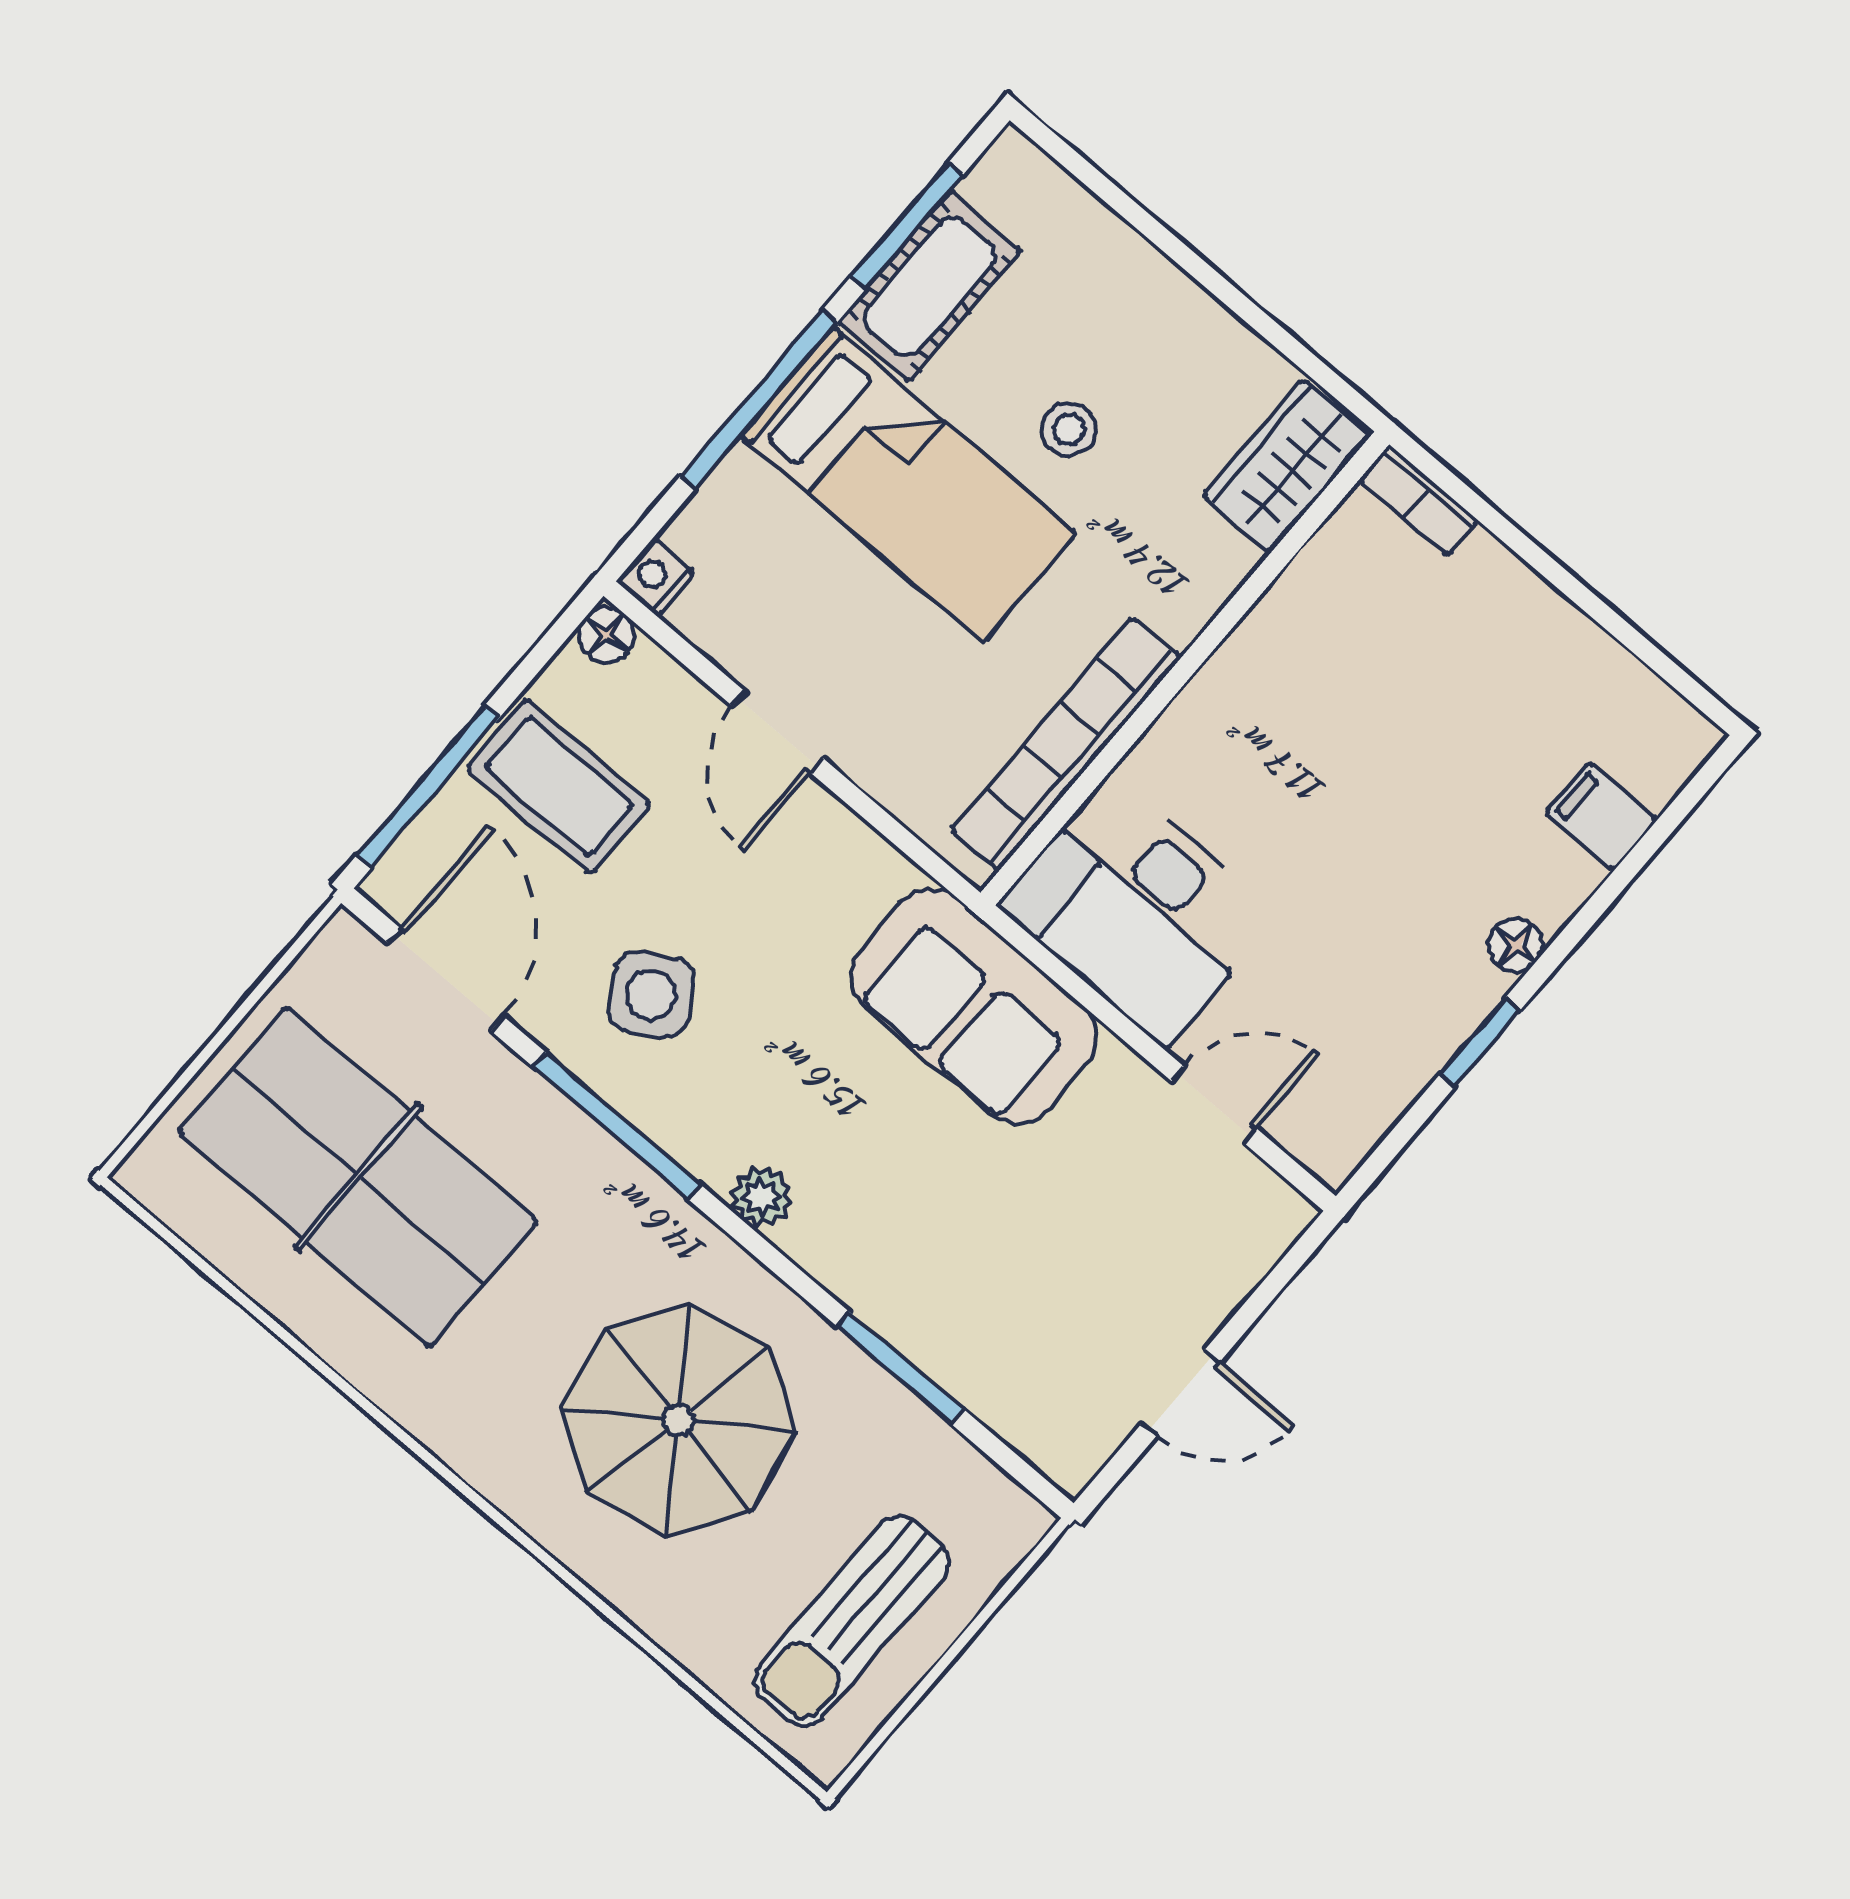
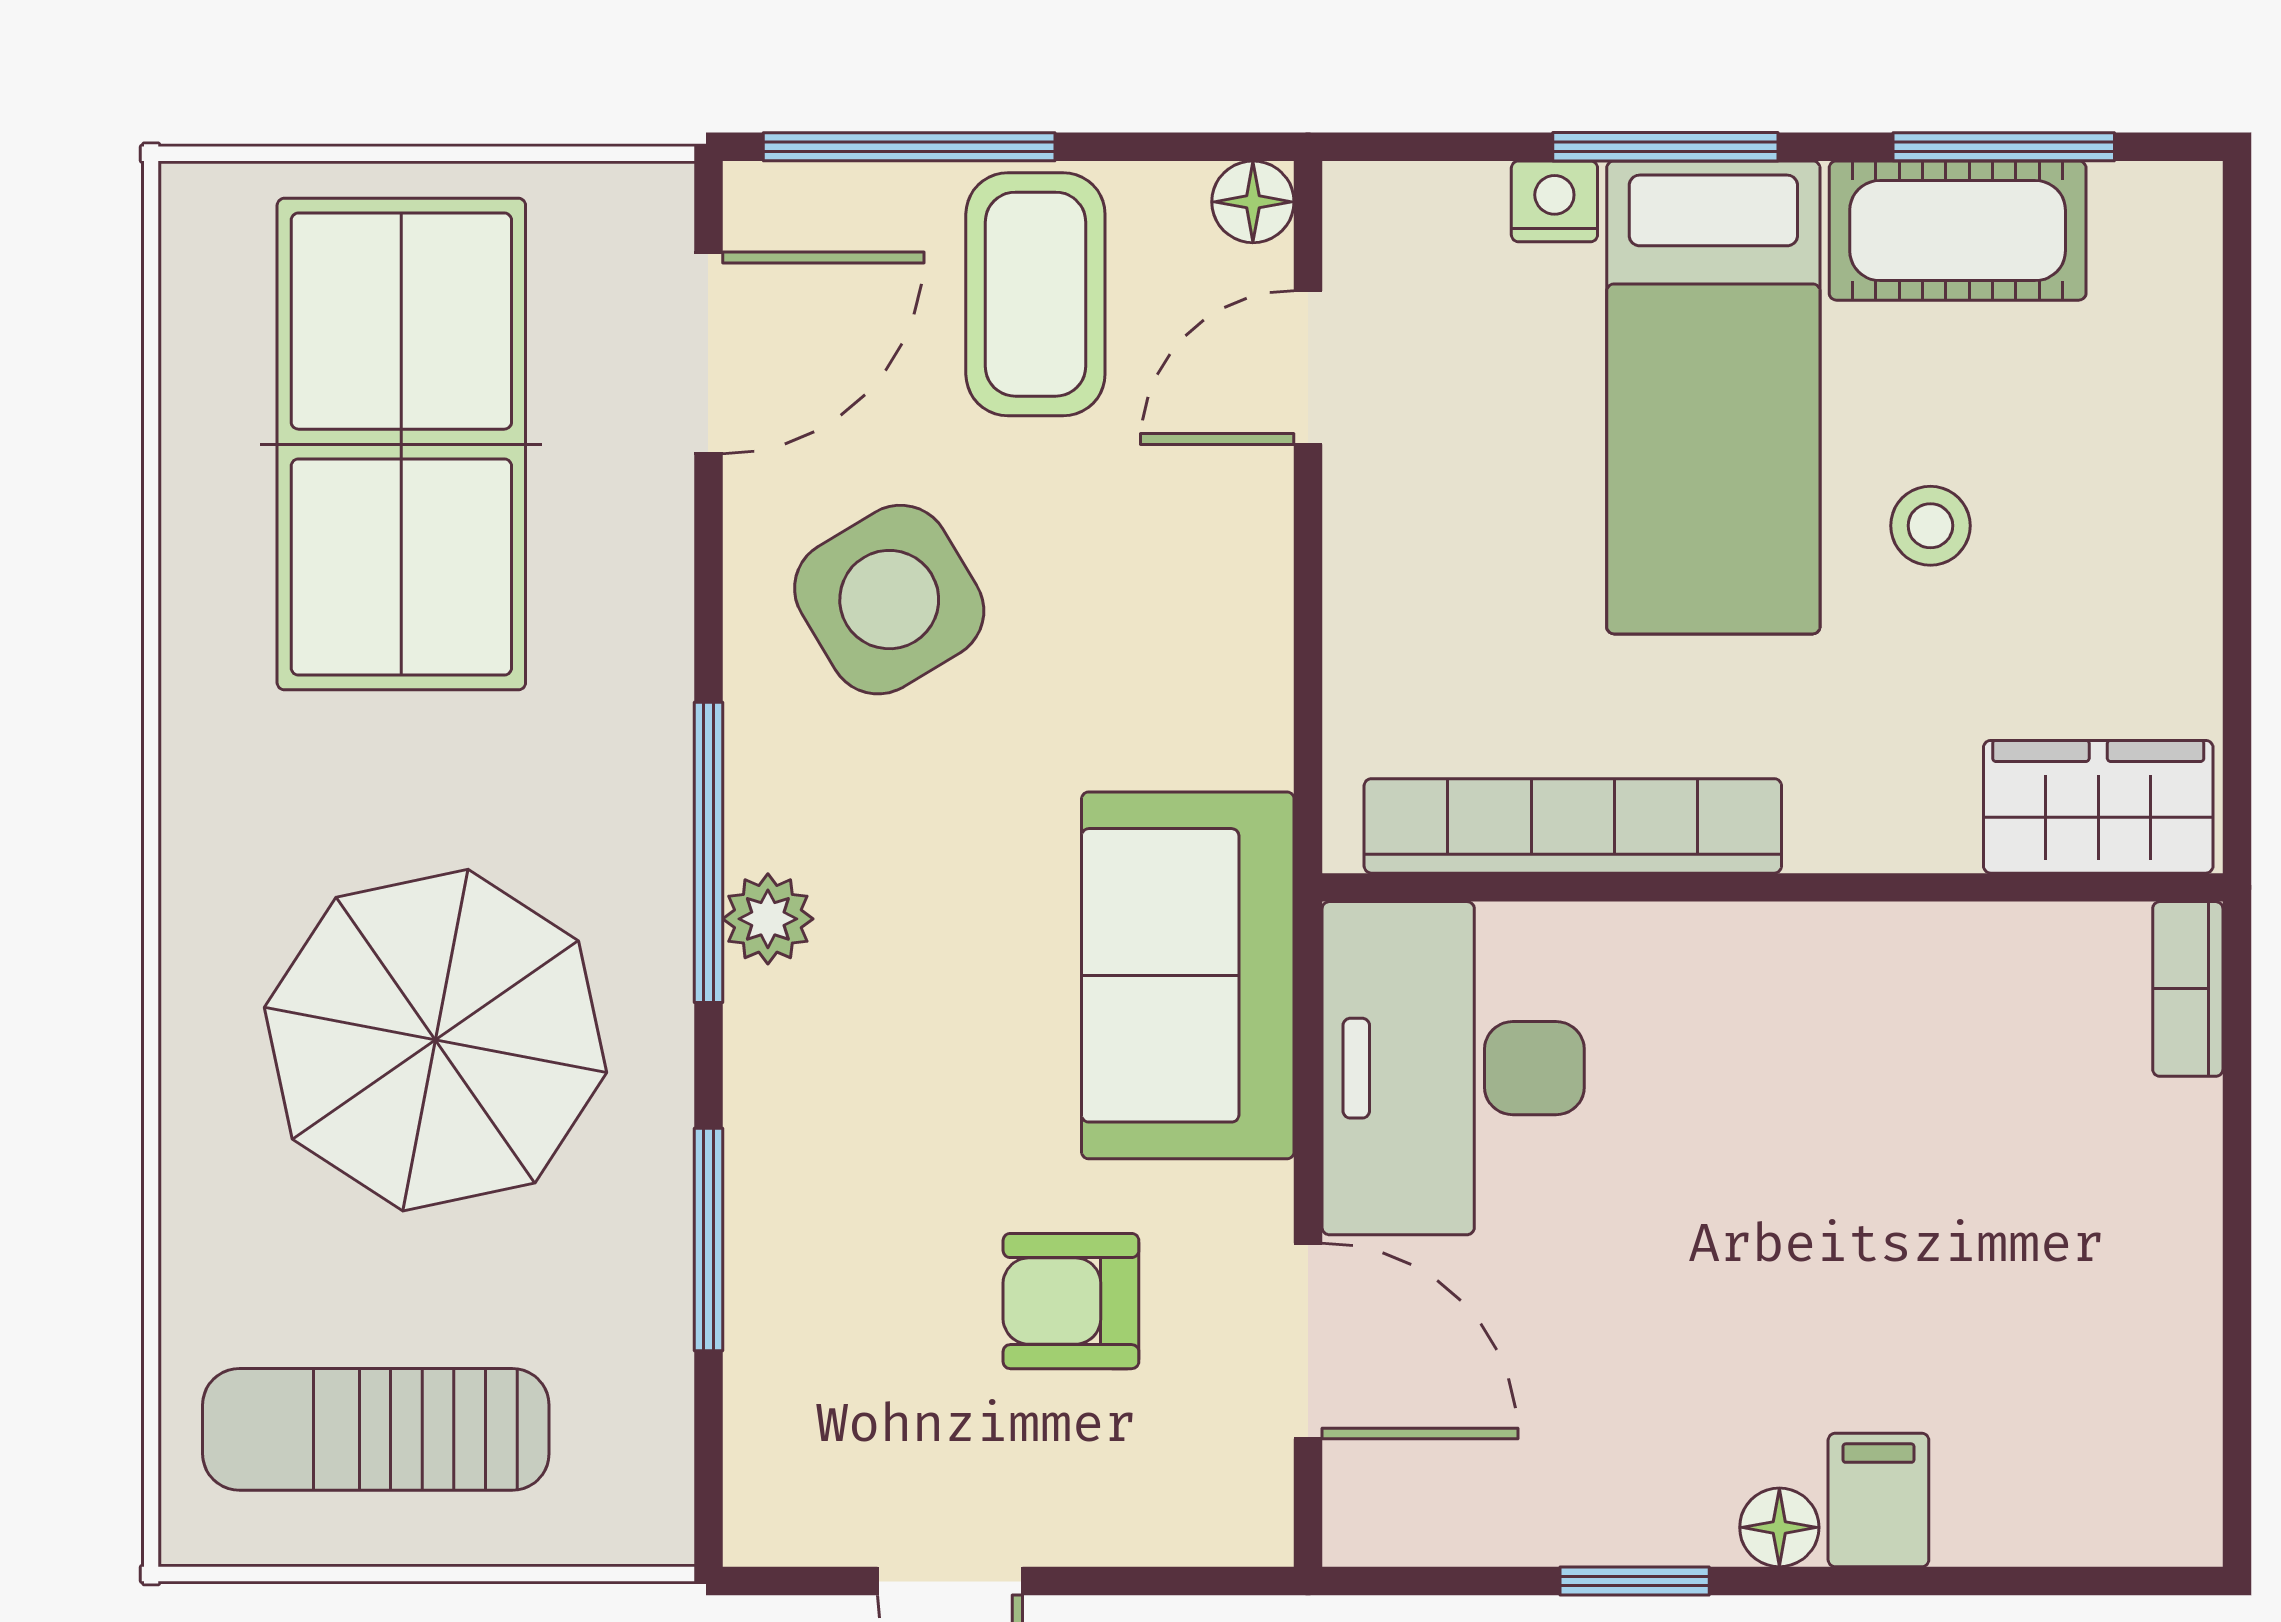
window: (759, 399) -> (1665, 147), width x0.69
nightstand: (655, 577) -> (1554, 201), moved
door: (778, 732) -> (1308, 368), moved
filing cabinet: (1601, 817) -> (1878, 1500), moved
side table: (651, 995) -> (889, 600), width x1.37, depth x1.37
door: (1214, 1105) -> (1308, 1341), width x1.38
window: (617, 1126) -> (708, 852), moved
armchair: (1090, 1209) -> (1071, 1301), added

